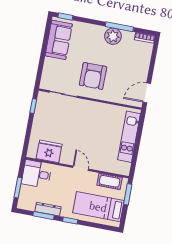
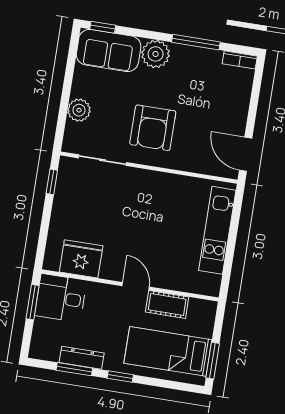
plant: (113, 36) -> (156, 54), moved
sofa: (59, 40) -> (109, 50), moved, turned 90
plant: (50, 65) -> (79, 110), added
door: (147, 93) -> (246, 154), hinge flipped
cot: (110, 181) -> (167, 304), moved
window: (18, 188) -> (33, 302), moved
window: (128, 194) -> (213, 361), moved

